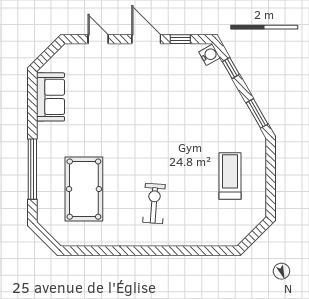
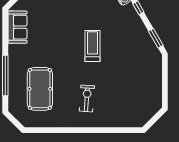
treadmill: (230, 176) -> (92, 46), moved

